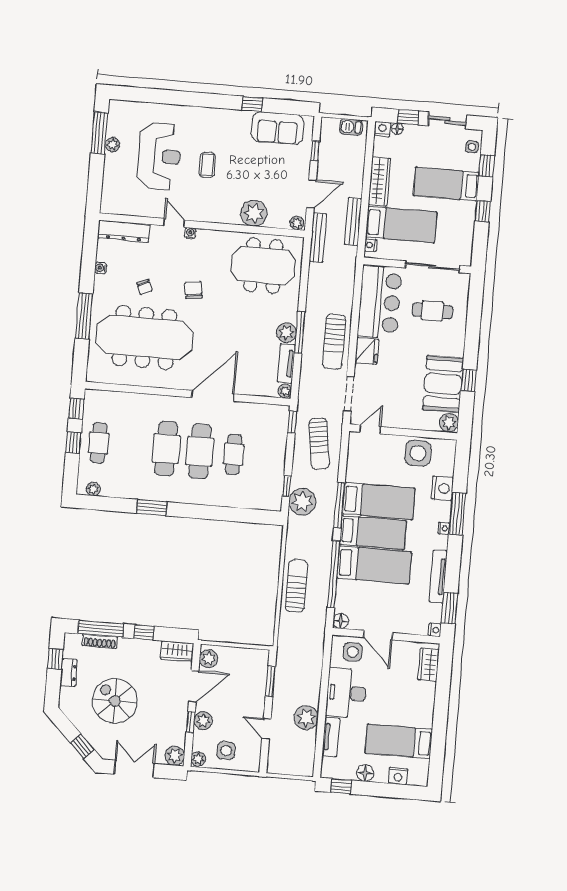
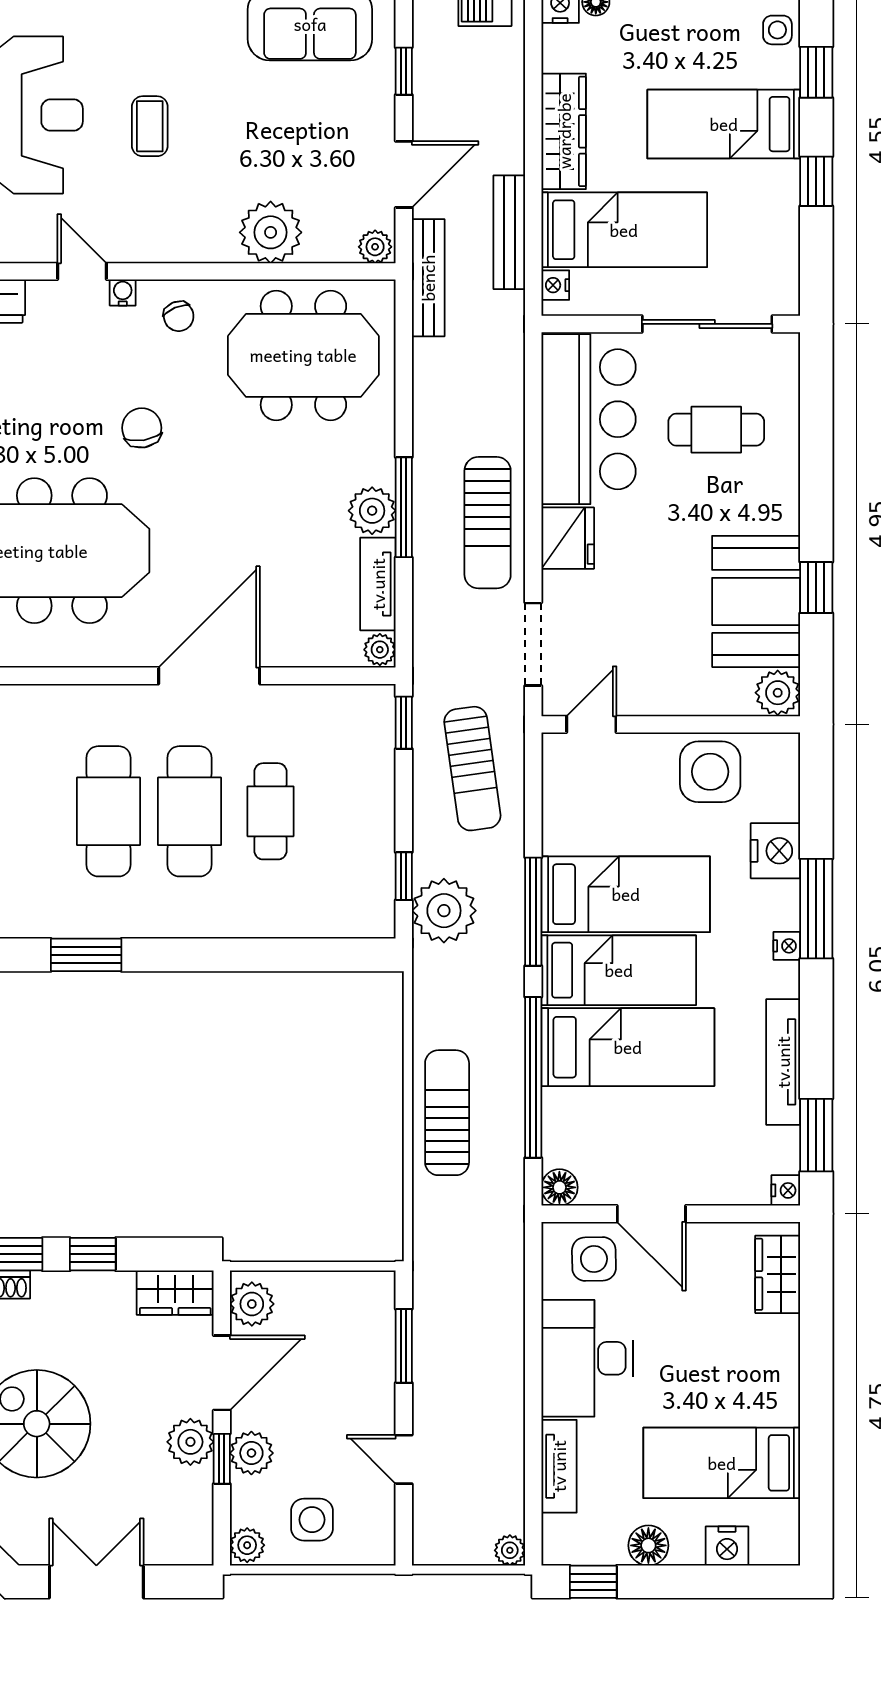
chair: (144, 287) -> (179, 316), moved
plant: (306, 718) -> (510, 1550), moved, width x0.53, depth x0.53
plant: (175, 756) -> (190, 1442), moved

